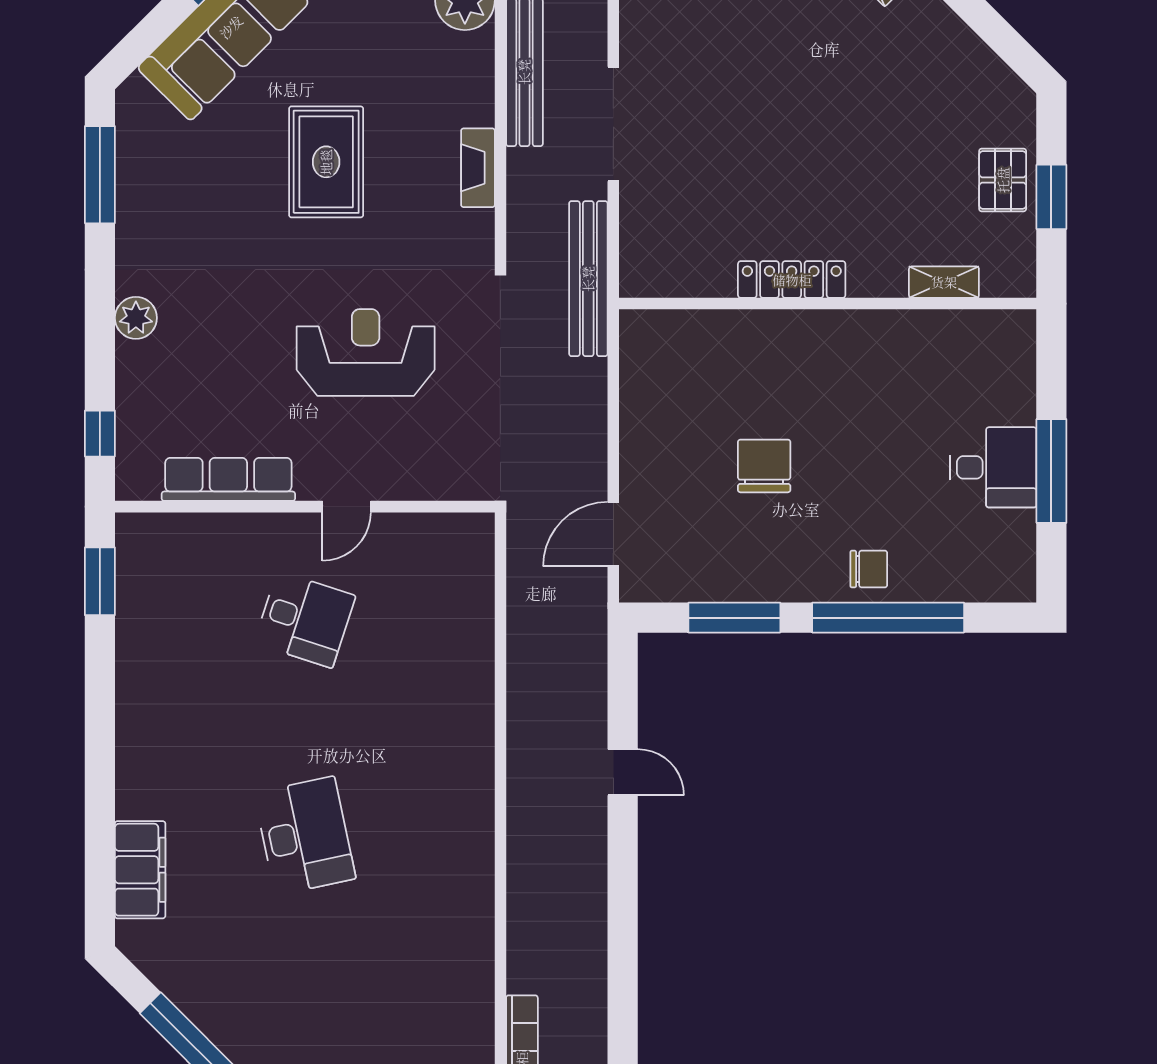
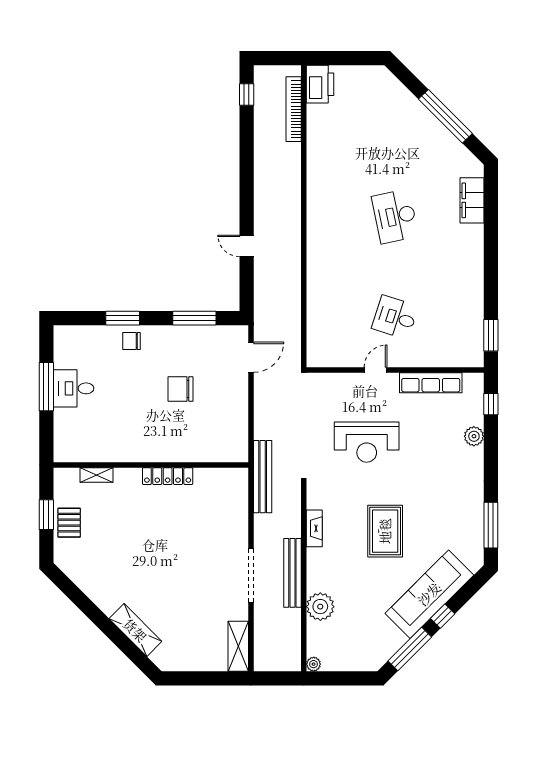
doorway: (613, 124) -> (251, 576), moved
plant: (136, 318) -> (474, 436), moved
chair: (764, 466) -> (181, 389), turned 90
window: (888, 618) -> (123, 318), width x0.47

